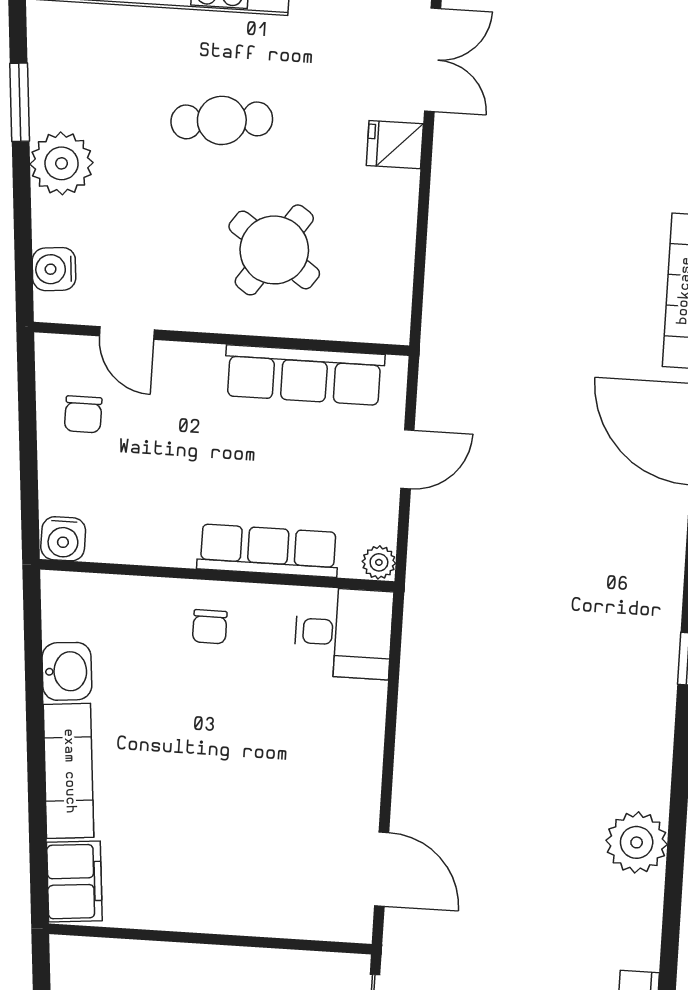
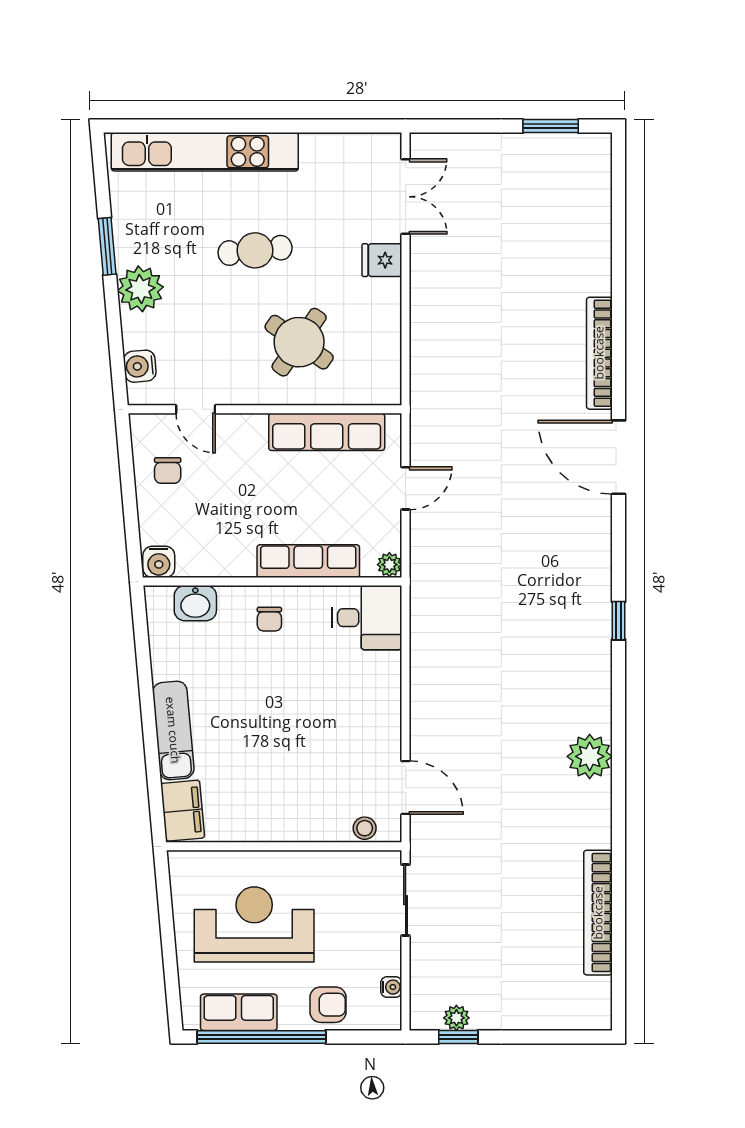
washbasin: (67, 671) -> (195, 603), moved, turned 95
stool: (322, 921) -> (365, 828), added

